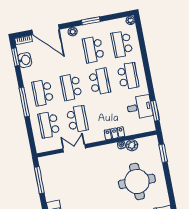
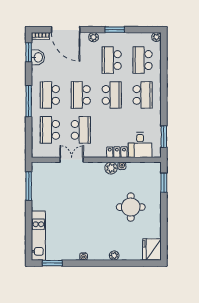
desk: (140, 107) -> (140, 145), moved, turned 90
plant: (132, 145) -> (111, 168), moved
round table: (137, 181) -> (131, 207), width x0.73, depth x0.73

